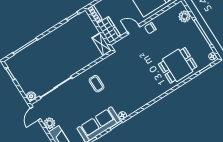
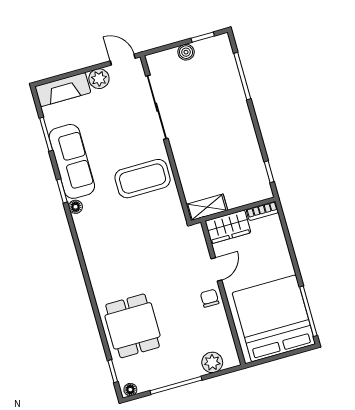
coffee table: (97, 84) -> (143, 179), width x1.86, depth x1.72
boiler: (31, 96) -> (186, 52), moved

